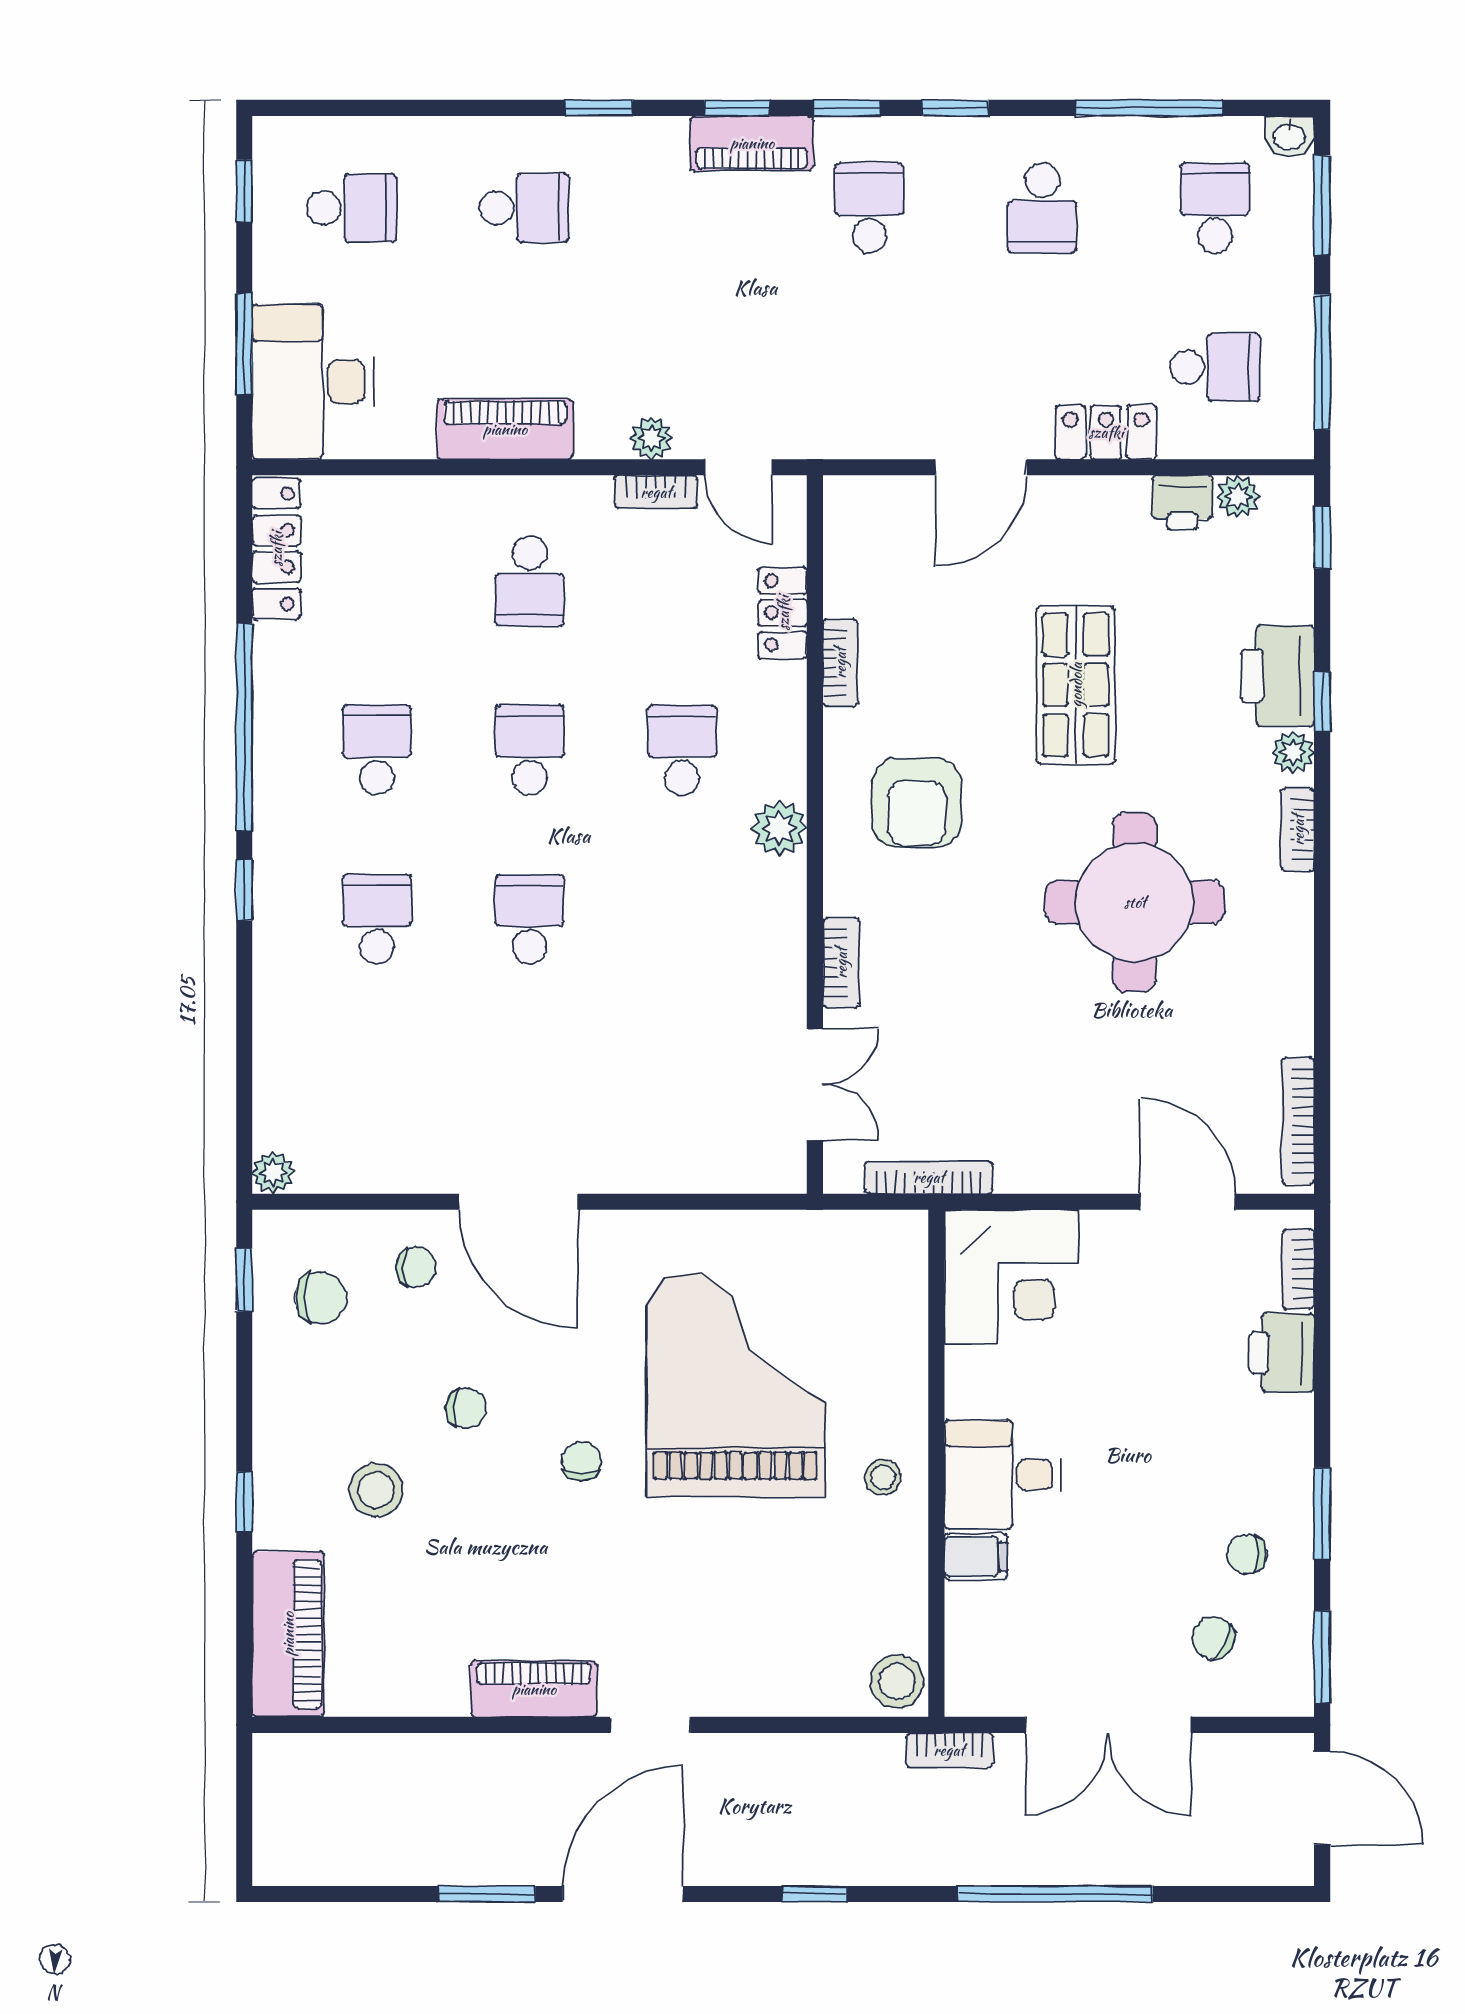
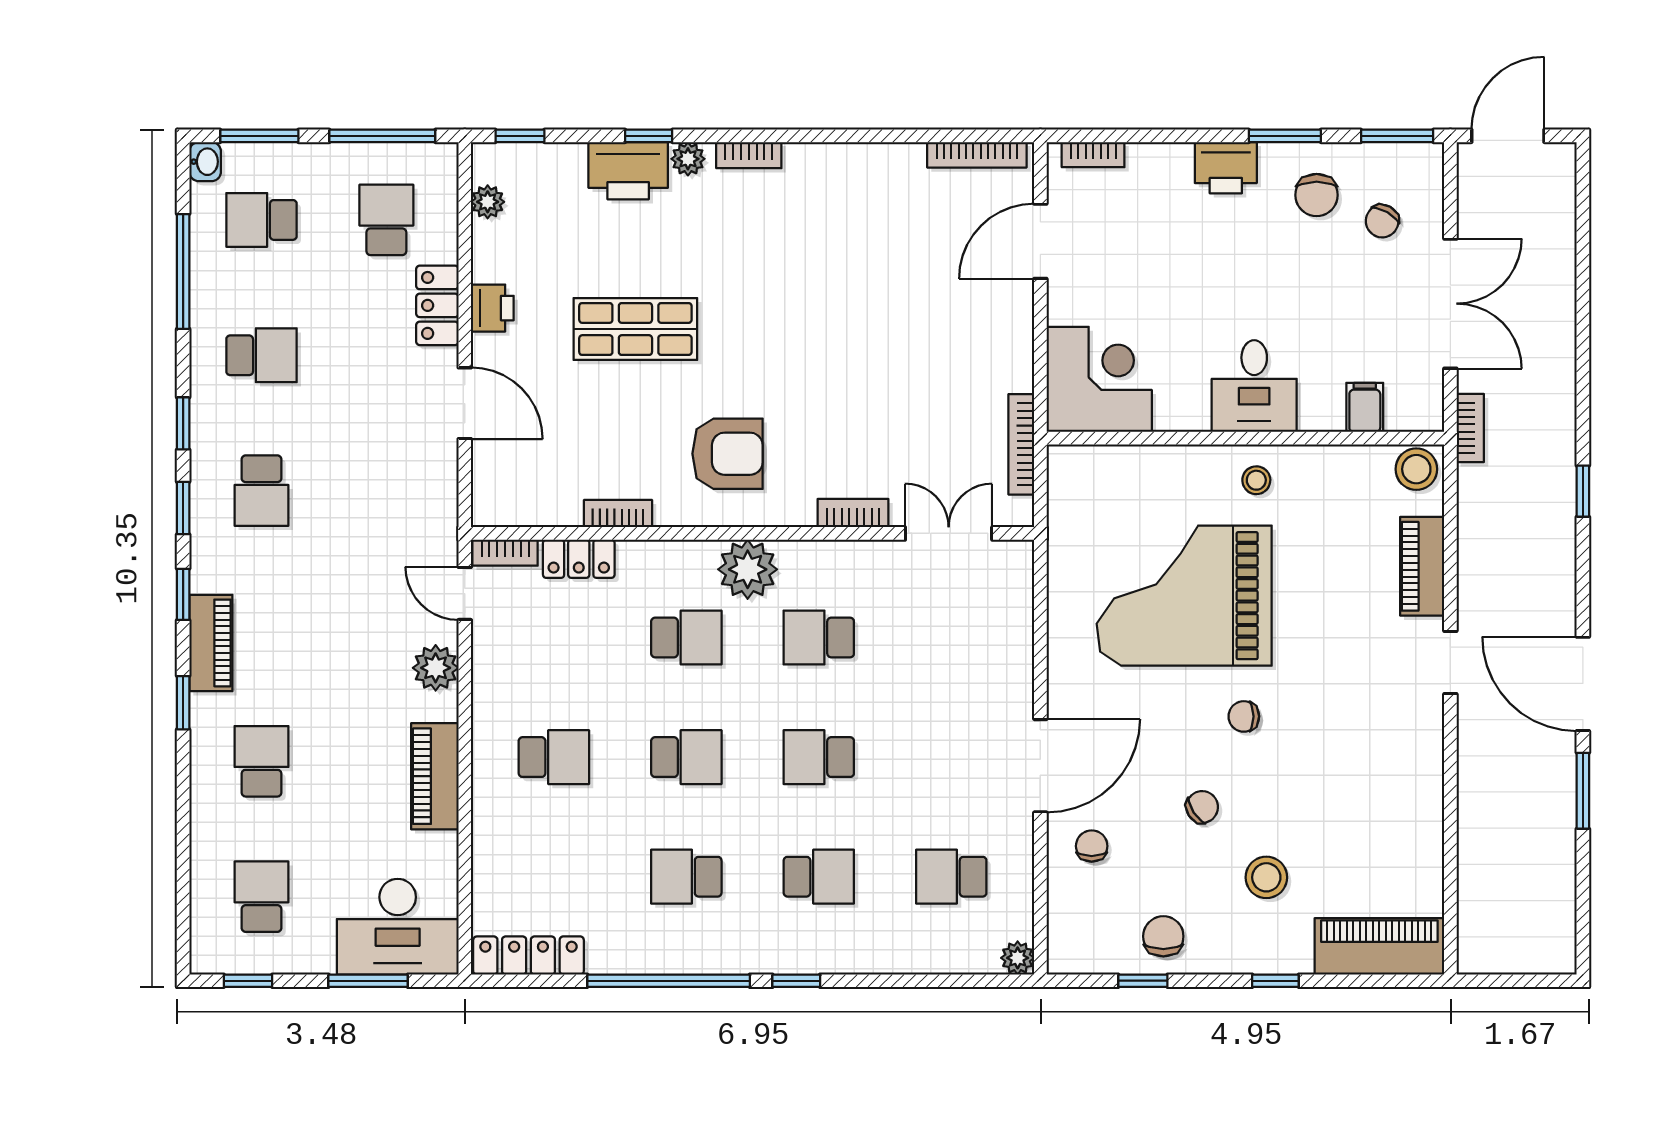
piano: (752, 143) -> (211, 643), moved
school desk: (870, 208) -> (261, 491), turned -90
plant: (651, 438) -> (436, 668), width x1.38, depth x1.38
door: (738, 467) -> (465, 593), swing flipped
bookcase: (656, 492) -> (505, 553), moved, turned 90
printer: (1183, 502) -> (492, 308), moved
school desk: (530, 750) -> (686, 757), turned 180
school desk: (682, 750) -> (686, 638), turned 180
plant: (779, 828) -> (748, 569), width x1.36, depth x1.36
round table: (1135, 902) -> (806, 283), removed
school desk: (377, 919) -> (819, 877), turned 180
school desk: (682, 919) -> (819, 638), added
school desk: (377, 1088) -> (951, 877), added
window: (244, 1280) -> (1143, 981), moved
chair: (321, 1298) -> (1163, 936), moved
printer: (1282, 1353) -> (1226, 168), moved
chair: (466, 1408) -> (1202, 807), turned 52
chair: (1247, 1554) -> (1317, 195), width x1.37, depth x1.37
filing cabinet: (976, 1557) -> (1365, 407), moved
piano: (534, 1689) -> (1422, 566), moved
window: (815, 1894) -> (1583, 491), moved
window: (1055, 1894) -> (1583, 345), removed

